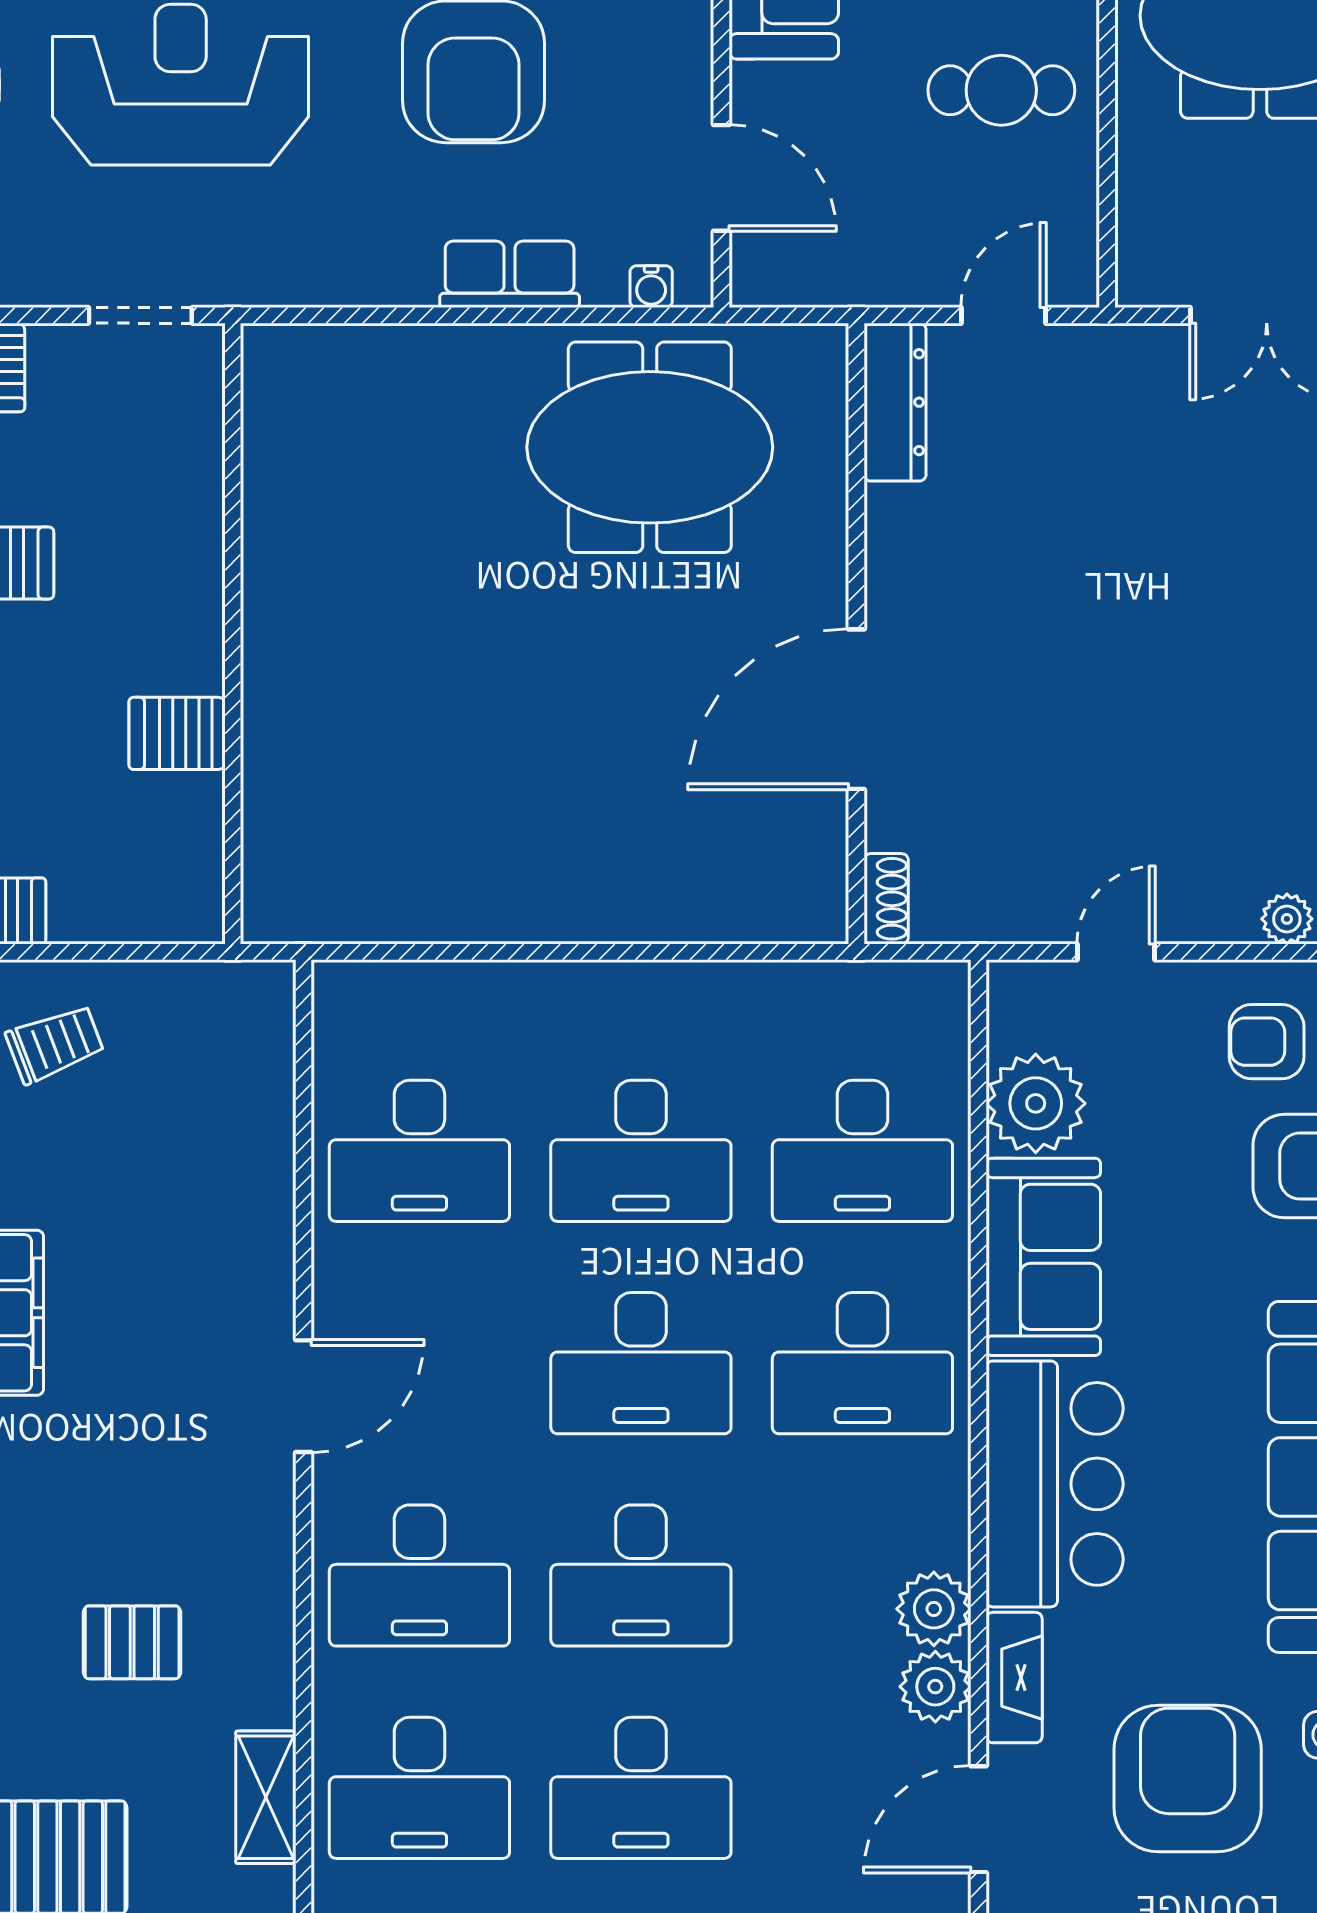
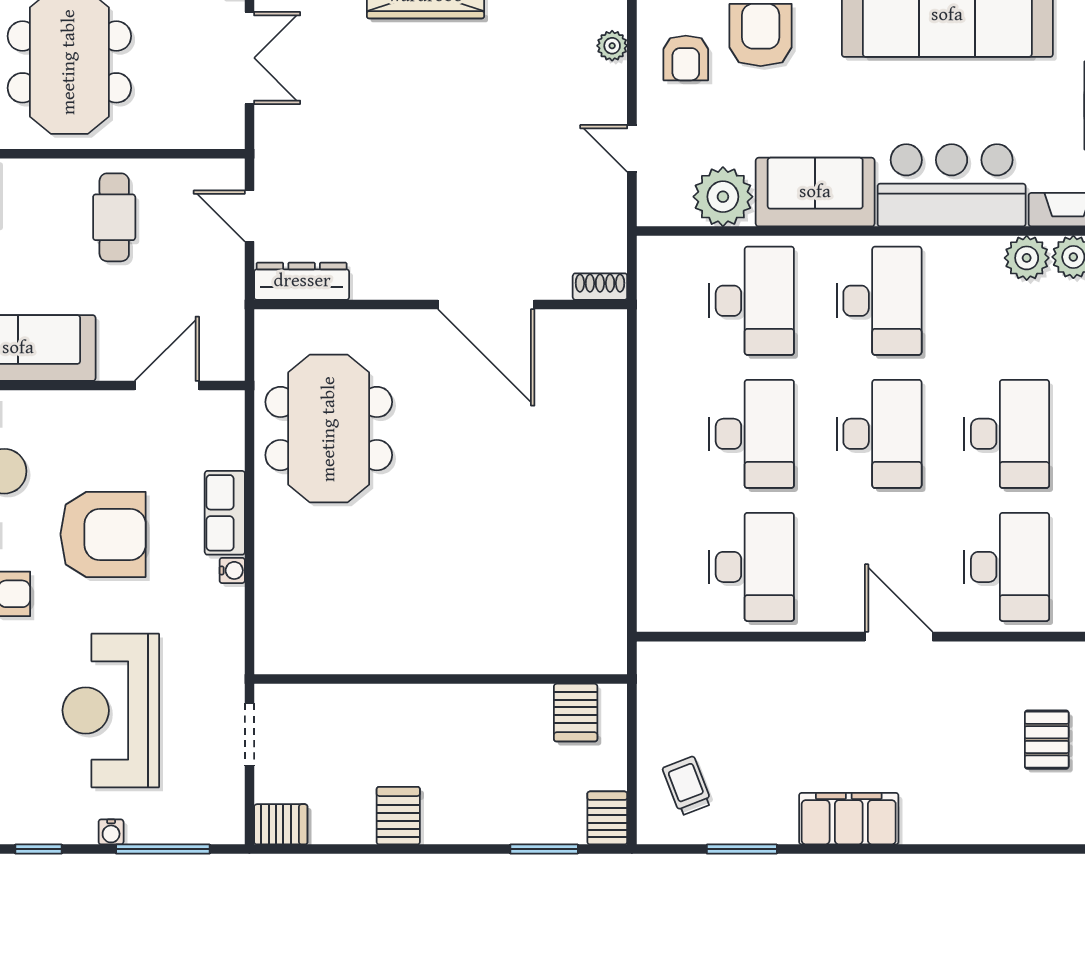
water cooler: (651, 287) -> (232, 570), moved
server rack: (177, 733) -> (576, 713), moved

